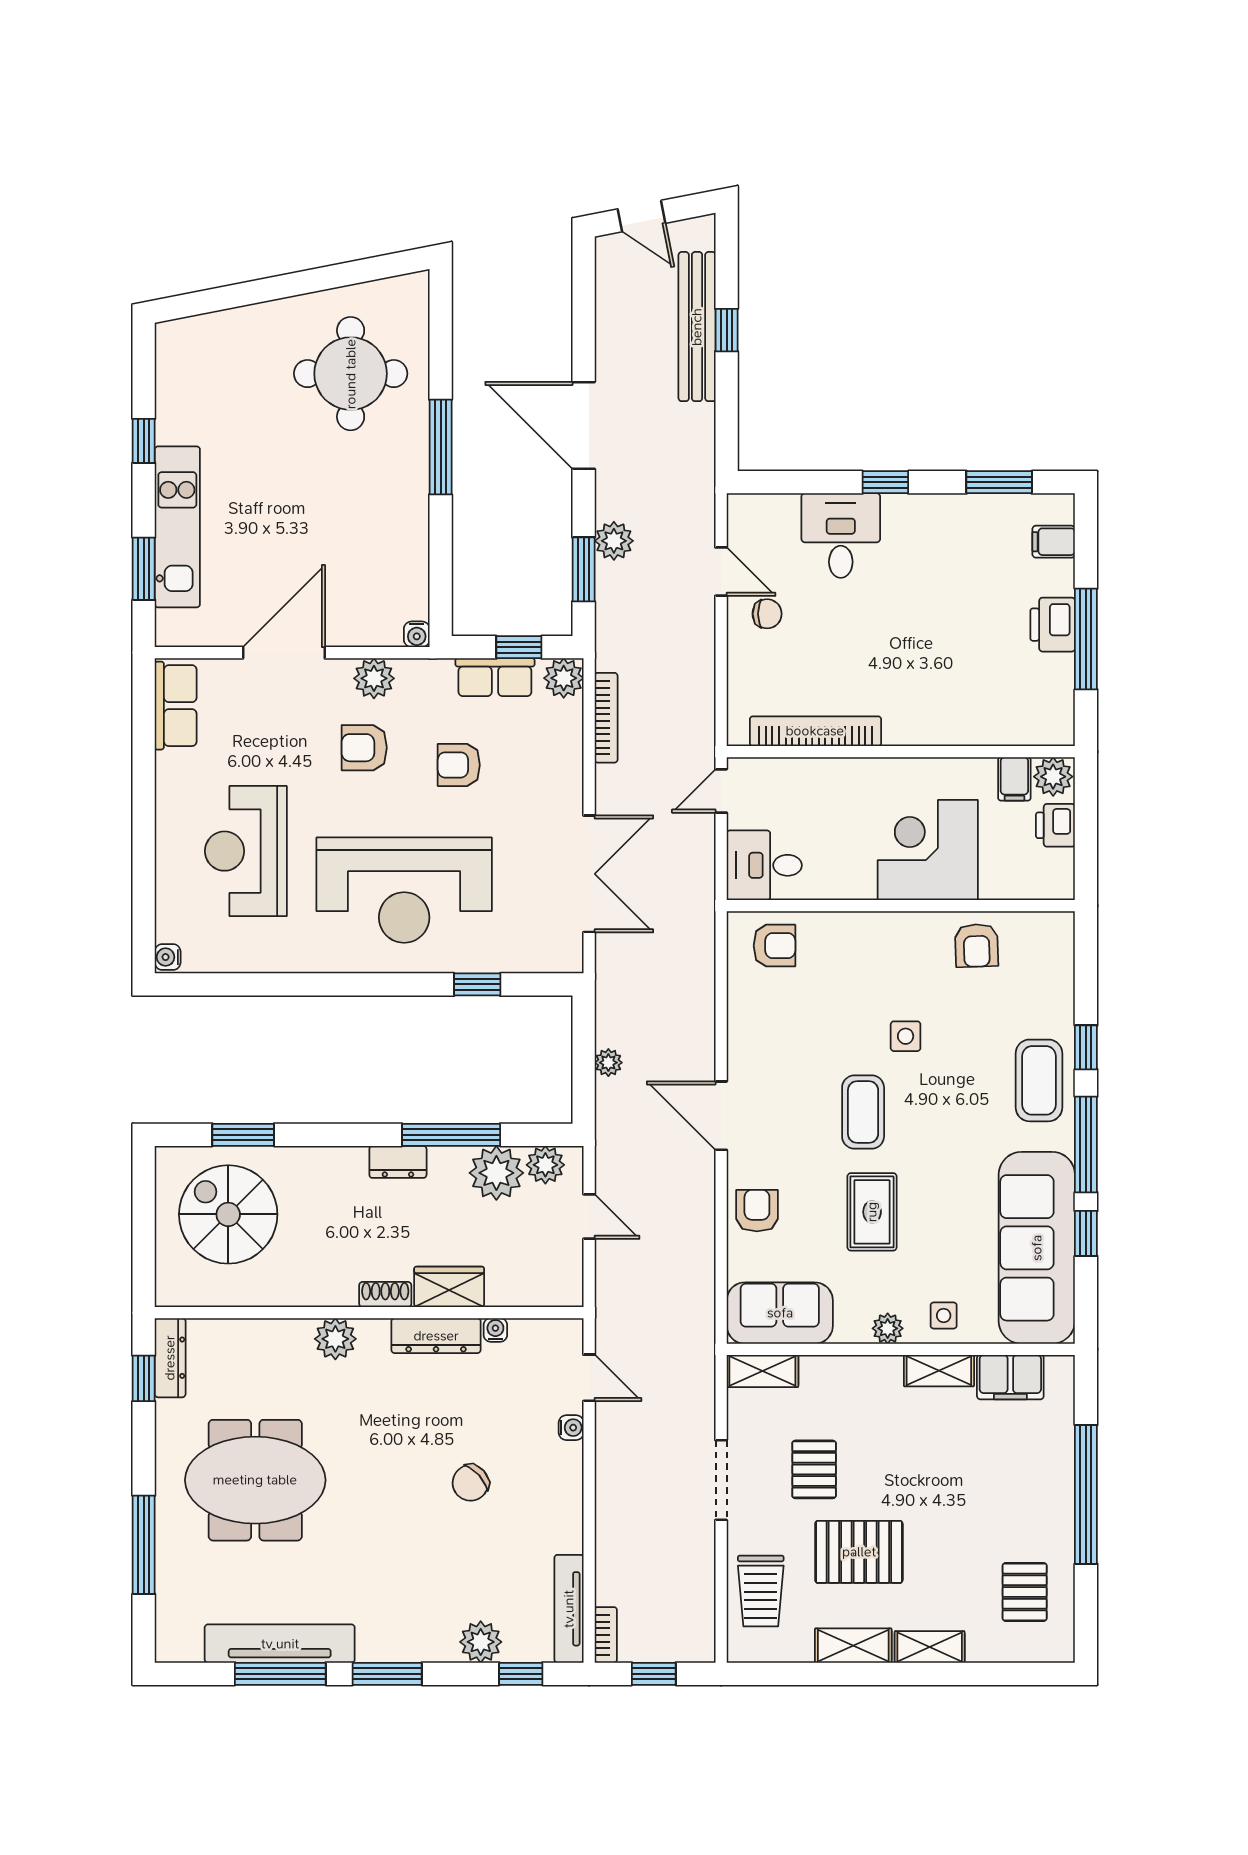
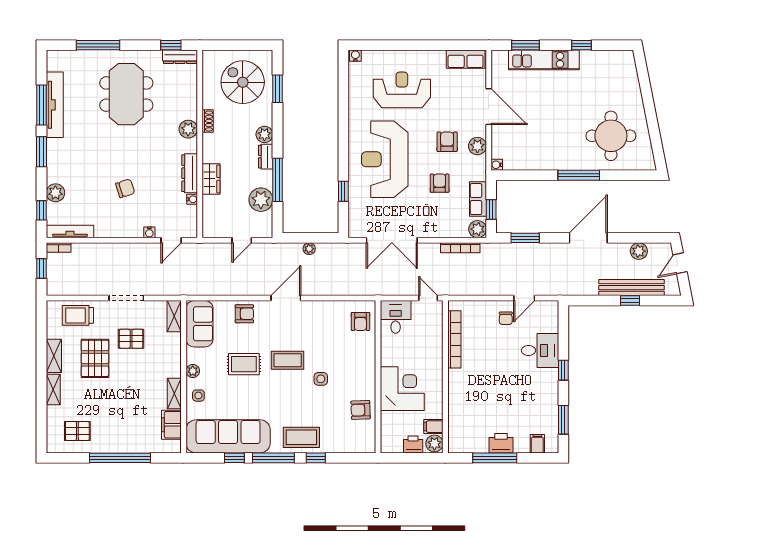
plant: (614, 541) -> (639, 251), moved
plant: (545, 1165) -> (264, 134), moved
spiral stairs: (228, 1214) -> (243, 82), turned -90
shoe rack: (385, 1295) -> (208, 121), moved
chair: (471, 1483) -> (125, 188), turned 114

